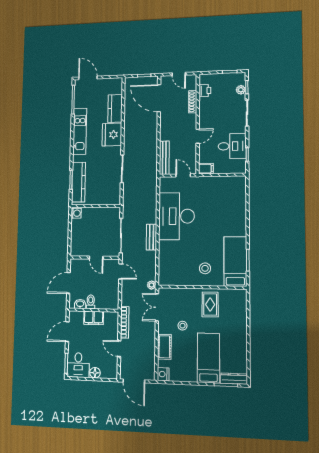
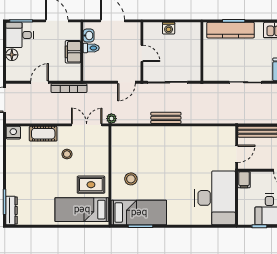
washing machine: (76, 213) -> (169, 28), moved
desk: (177, 216) -> (215, 198), moved, turned 90
door: (96, 258) -> (142, 53), swing flipped
bed: (208, 358) -> (82, 210), moved, turned 180

